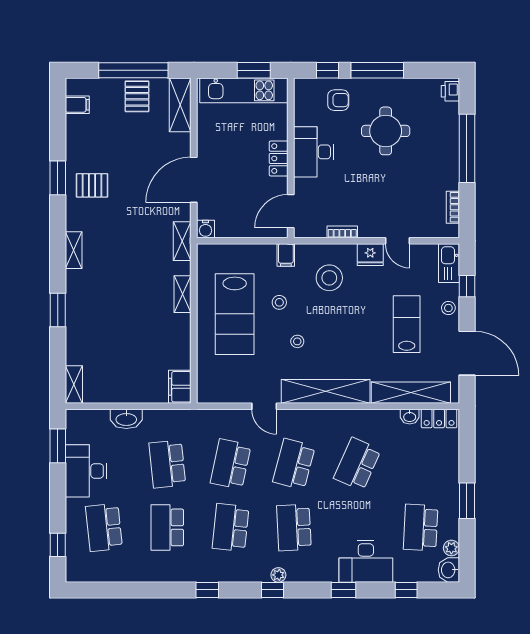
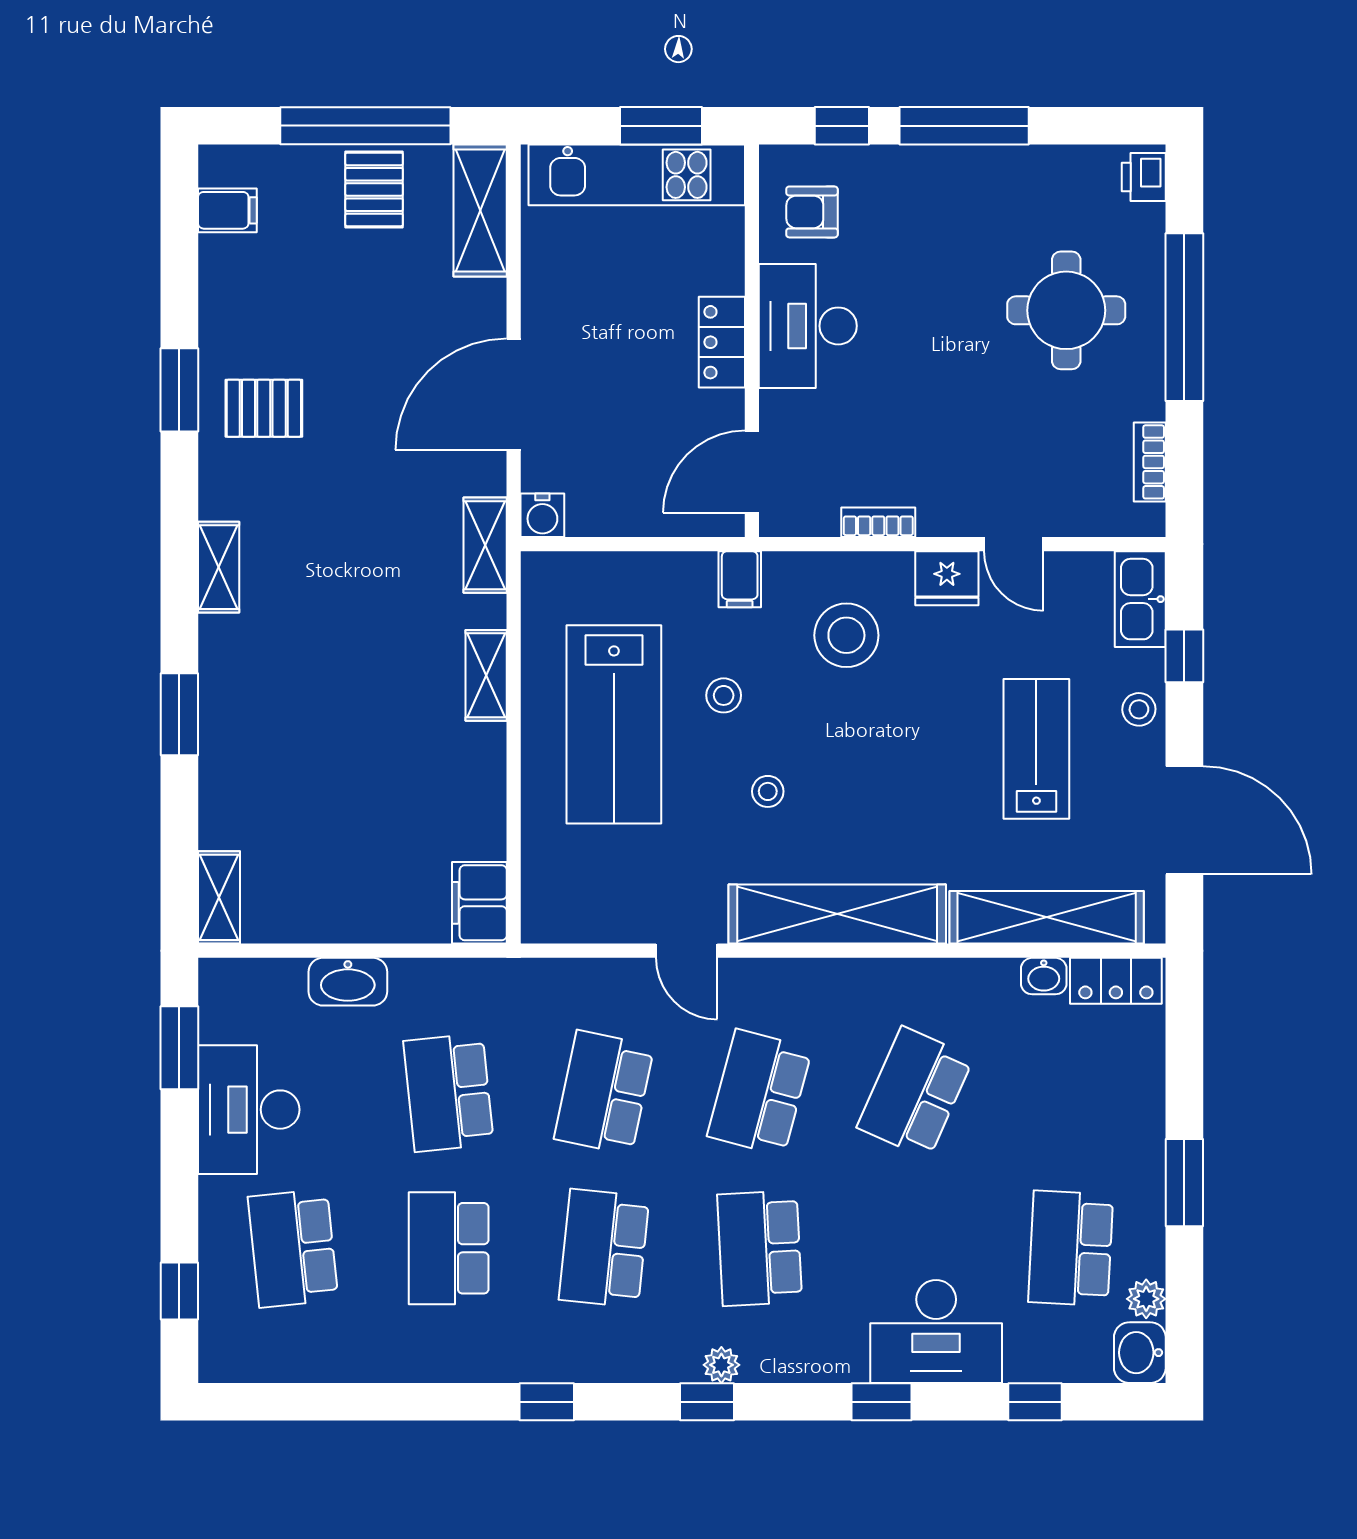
armchair: (338, 100) -> (812, 212), moved, turned 180
round table: (386, 131) -> (1066, 310), moved

